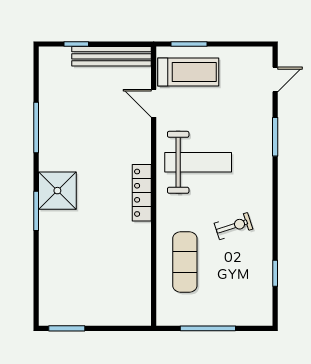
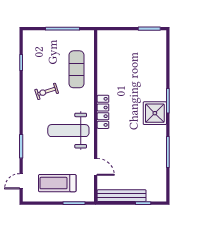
treadmill: (188, 72) -> (57, 183), moved

